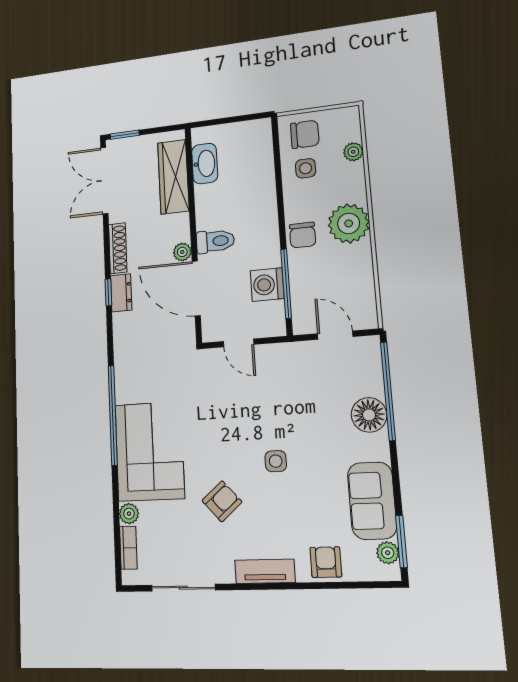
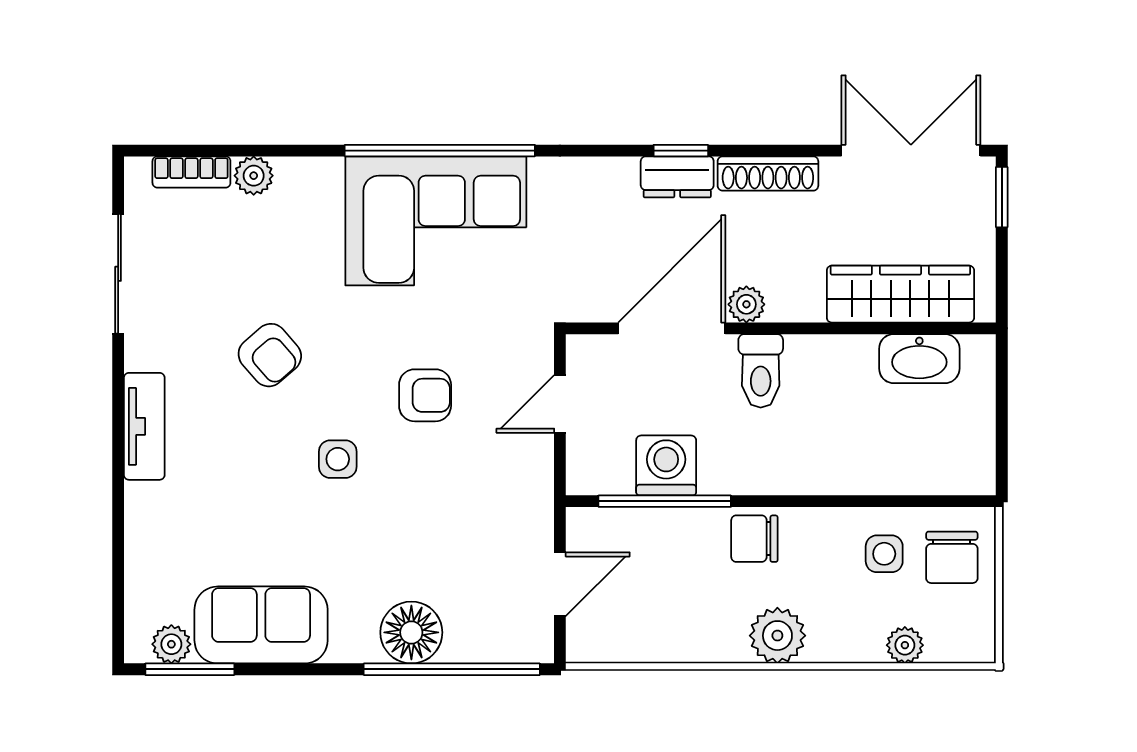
plant: (349, 223) -> (777, 636), width x0.73, depth x0.73
corner sofa: (149, 451) -> (436, 221), moved
armchair: (326, 562) -> (425, 395), moved

